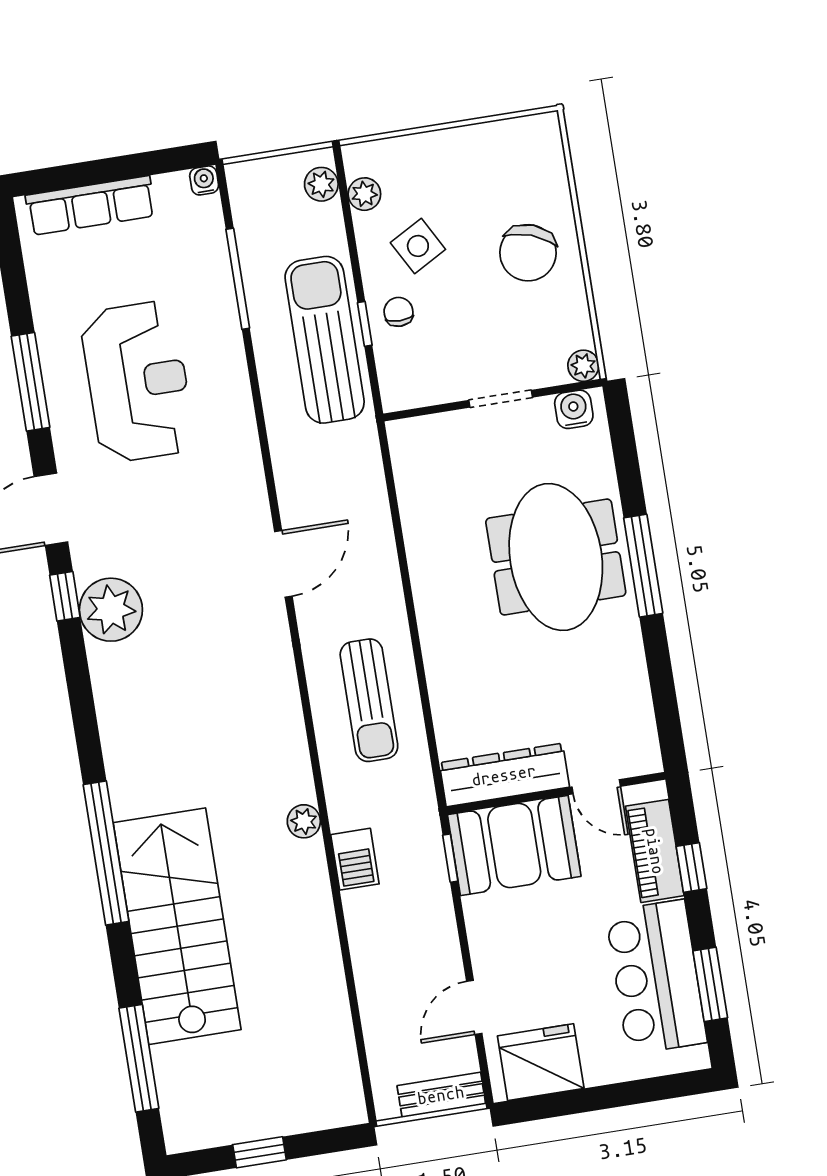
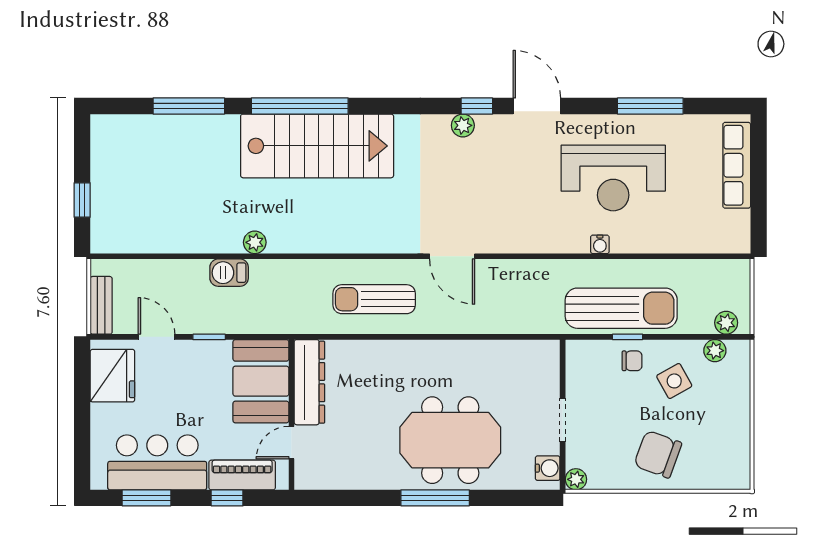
water cooler: (204, 180) -> (600, 244), moved, turned 90
window: (238, 279) -> (672, 256), removed
window: (31, 382) -> (650, 106), moved
door: (283, 564) -> (452, 256), moved
plant: (111, 610) -> (463, 125), width x0.53, depth x0.53
plant: (304, 821) -> (255, 242), moved
window: (450, 858) -> (209, 337), moved
barbecue: (355, 859) -> (229, 273), moved
stairs: (177, 926) -> (317, 146), moved
window: (139, 1058) -> (189, 106), moved
window: (259, 1152) -> (82, 200), moved

